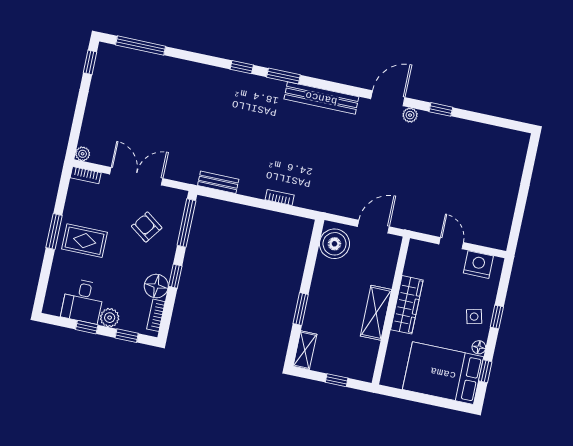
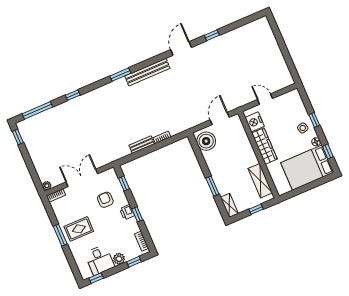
window: (242, 67) -> (73, 95), moved
plant: (410, 115) -> (198, 49), removed
bench: (218, 182) -> (142, 145), moved
window: (186, 223) -> (124, 184), width x0.46
armchair: (147, 227) -> (105, 200), turned 54
printer: (164, 264) -> (127, 212), added
nightstand: (478, 265) -> (255, 122), moved, turned -90
floor lamp: (156, 286) -> (131, 226), removed
shelving: (376, 313) -> (260, 181), moved
window: (87, 327) -> (96, 278), moved

